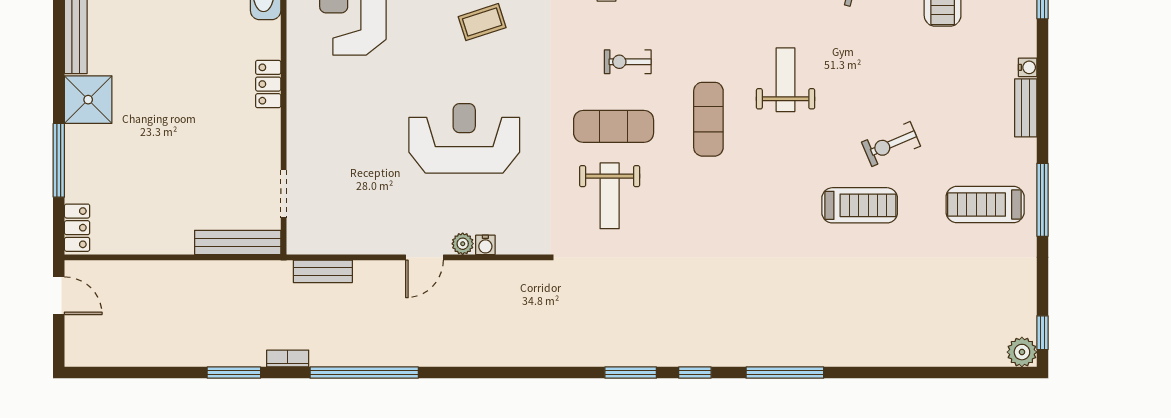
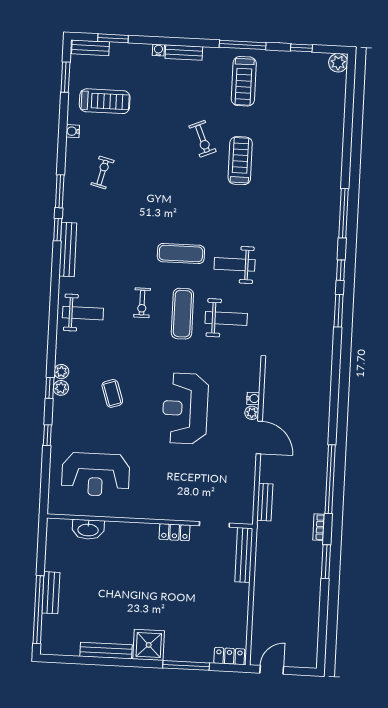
weight bench: (786, 80) -> (235, 264), moved
locker: (268, 84) -> (175, 532), moved
door: (424, 257) -> (259, 437), width x1.38
window: (1042, 333) -> (301, 48), moved

